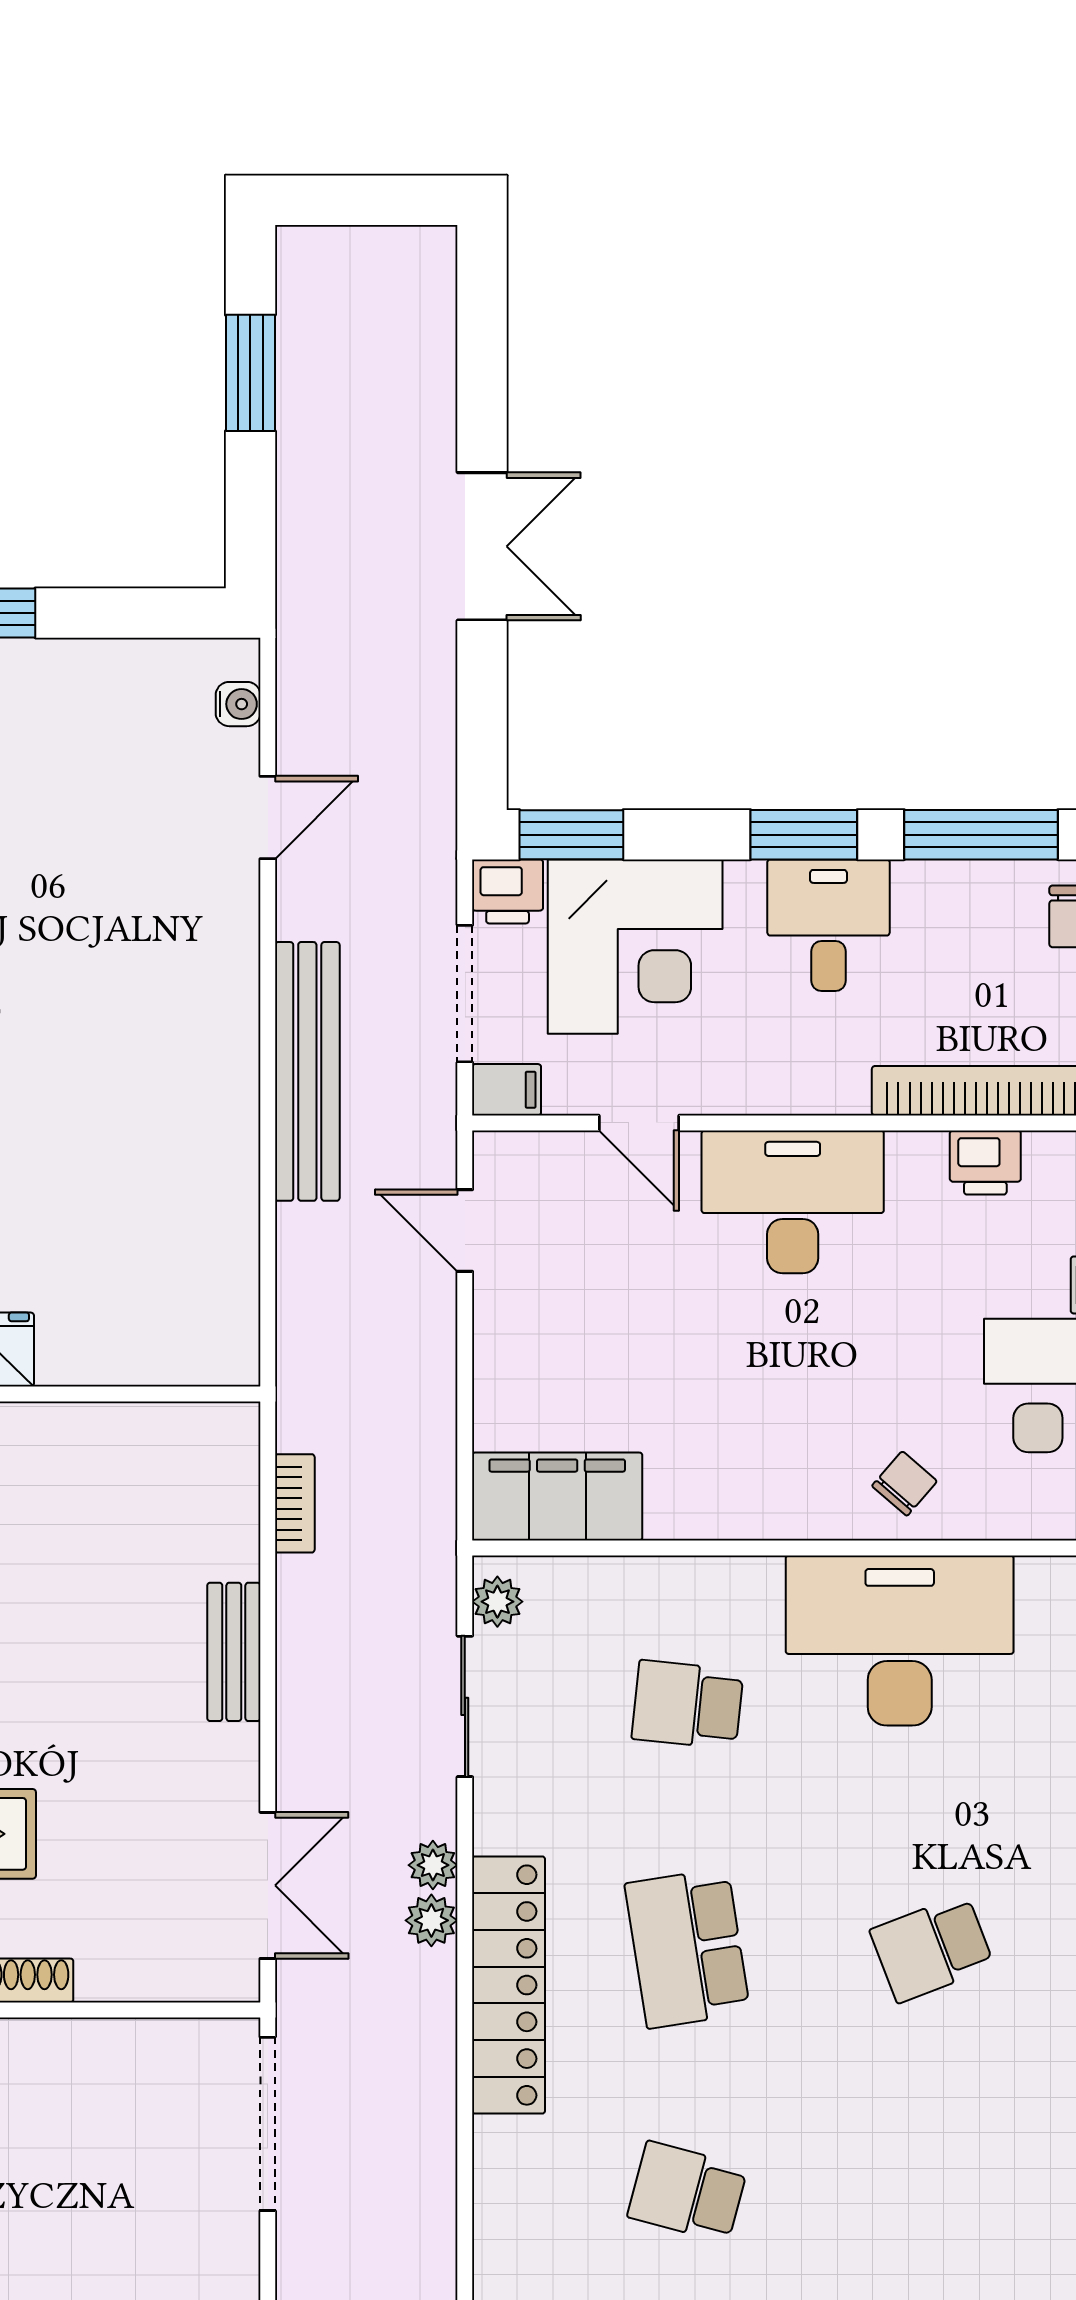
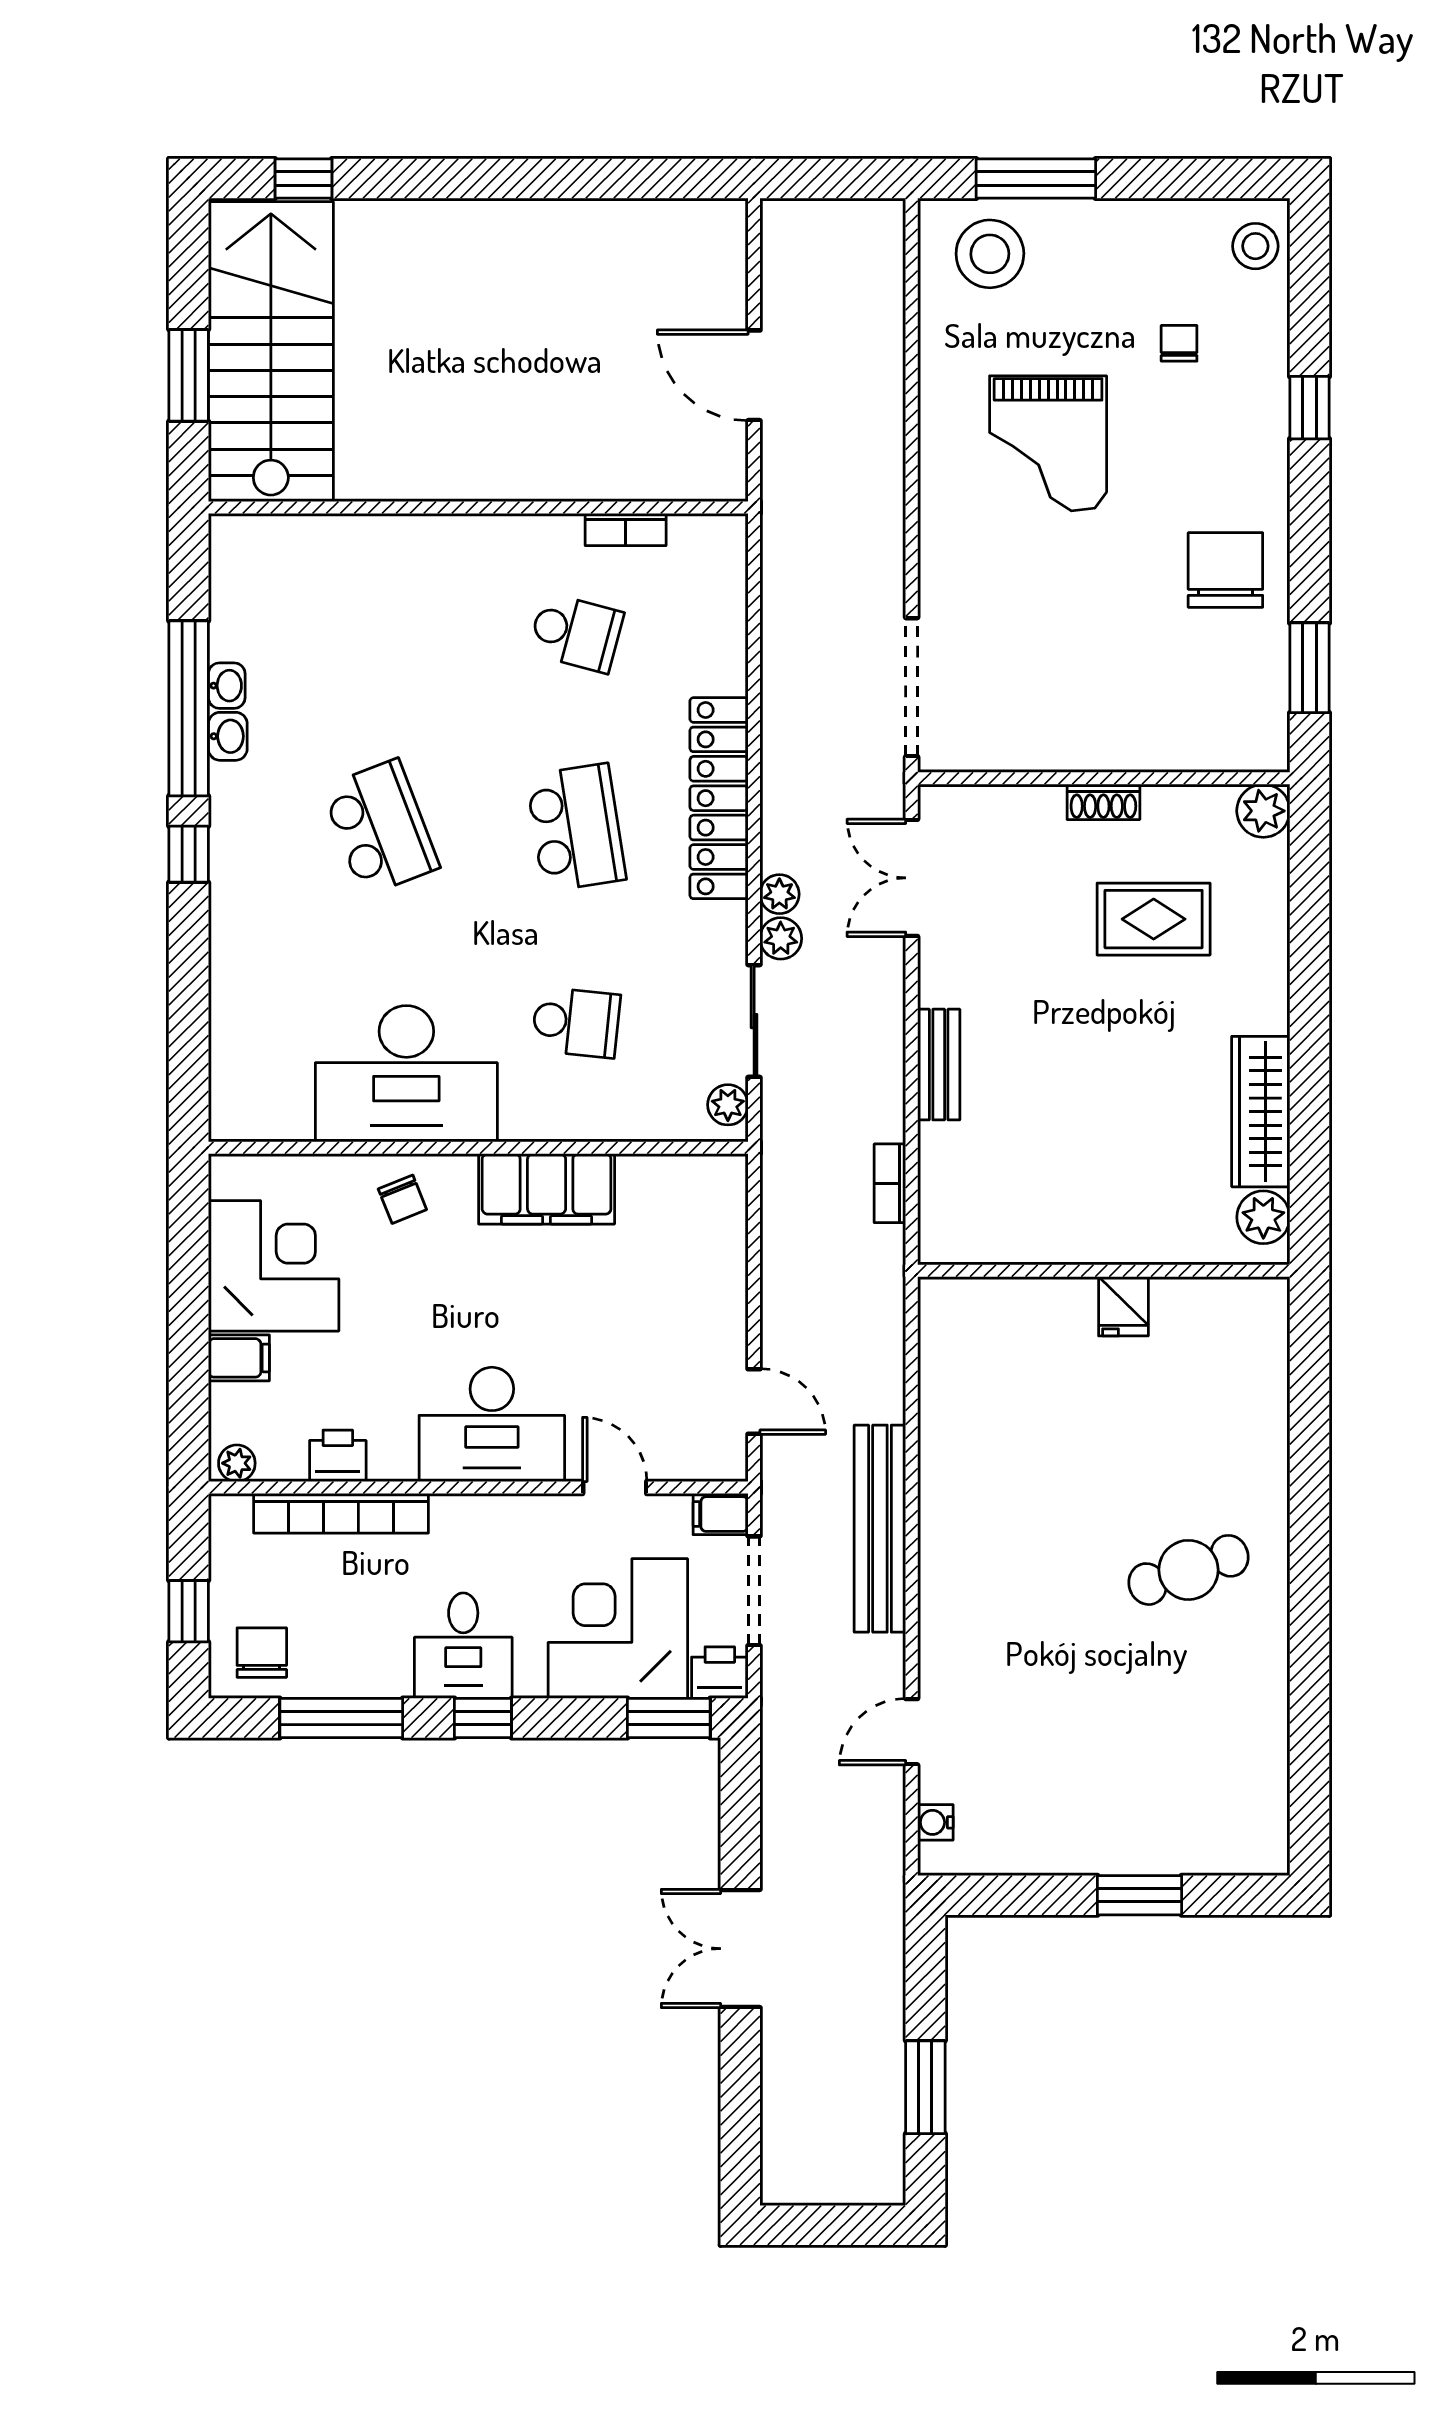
window: (804, 835) -> (483, 1718), width x0.67
chair: (905, 1483) -> (402, 1199), turned -63
filing cabinet: (557, 1496) -> (547, 1189), moved
plant: (431, 1920) -> (781, 938), moved
school desk: (932, 1948) -> (380, 828), width x1.85

